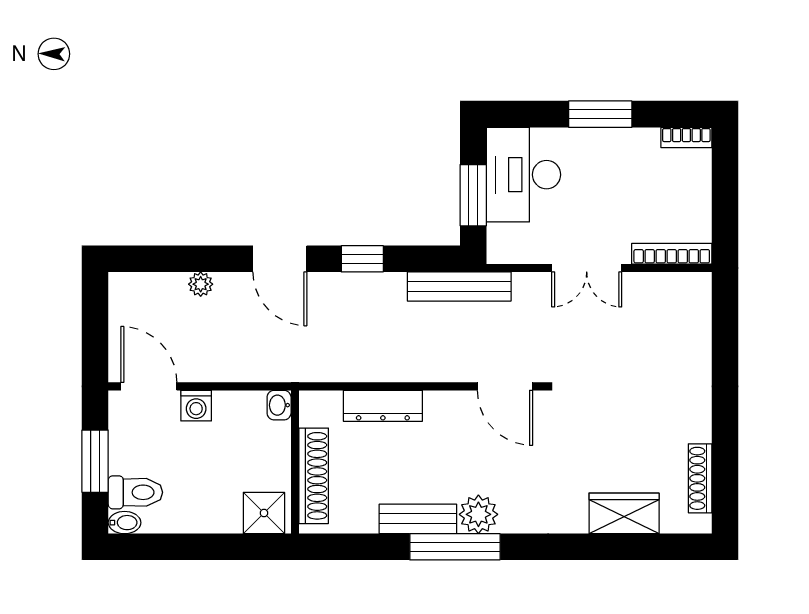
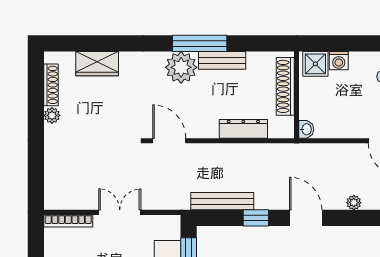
bench: (459, 286) -> (222, 201), moved
washing machine: (196, 406) -> (339, 61), moved, turned 180
plant: (699, 428) -> (52, 115), added
plant: (478, 514) -> (181, 67), width x1.36, depth x1.36

